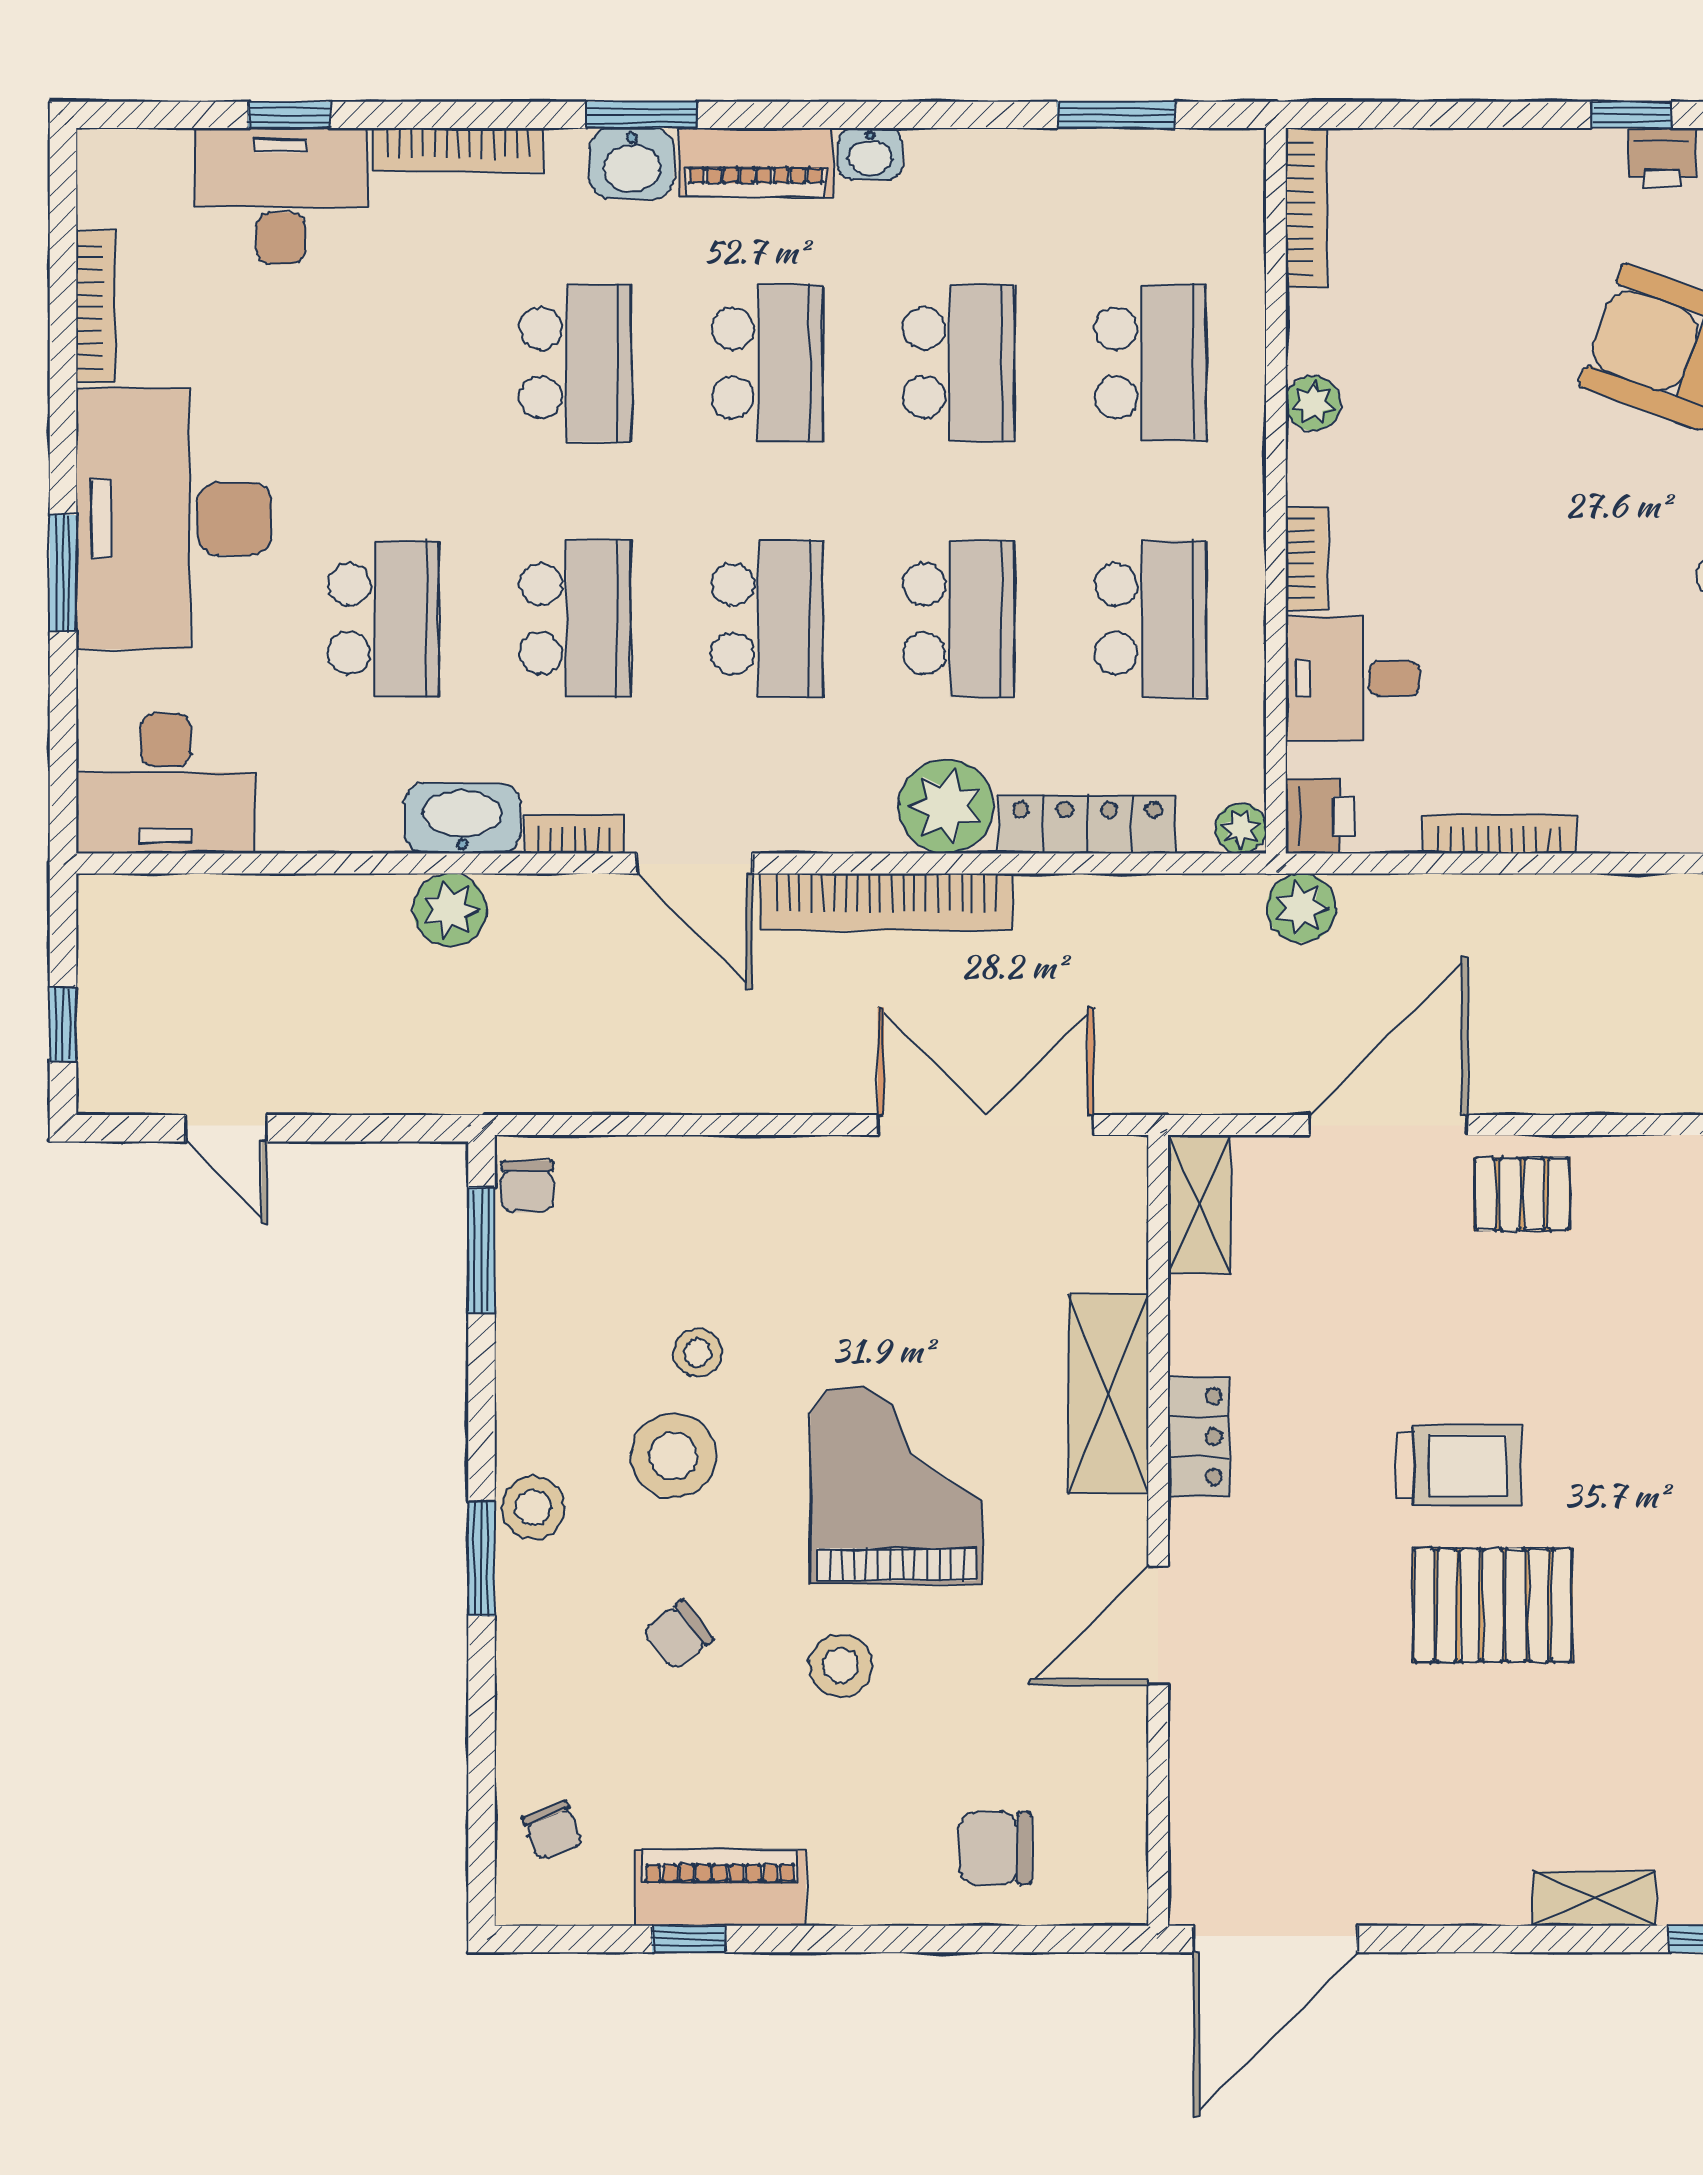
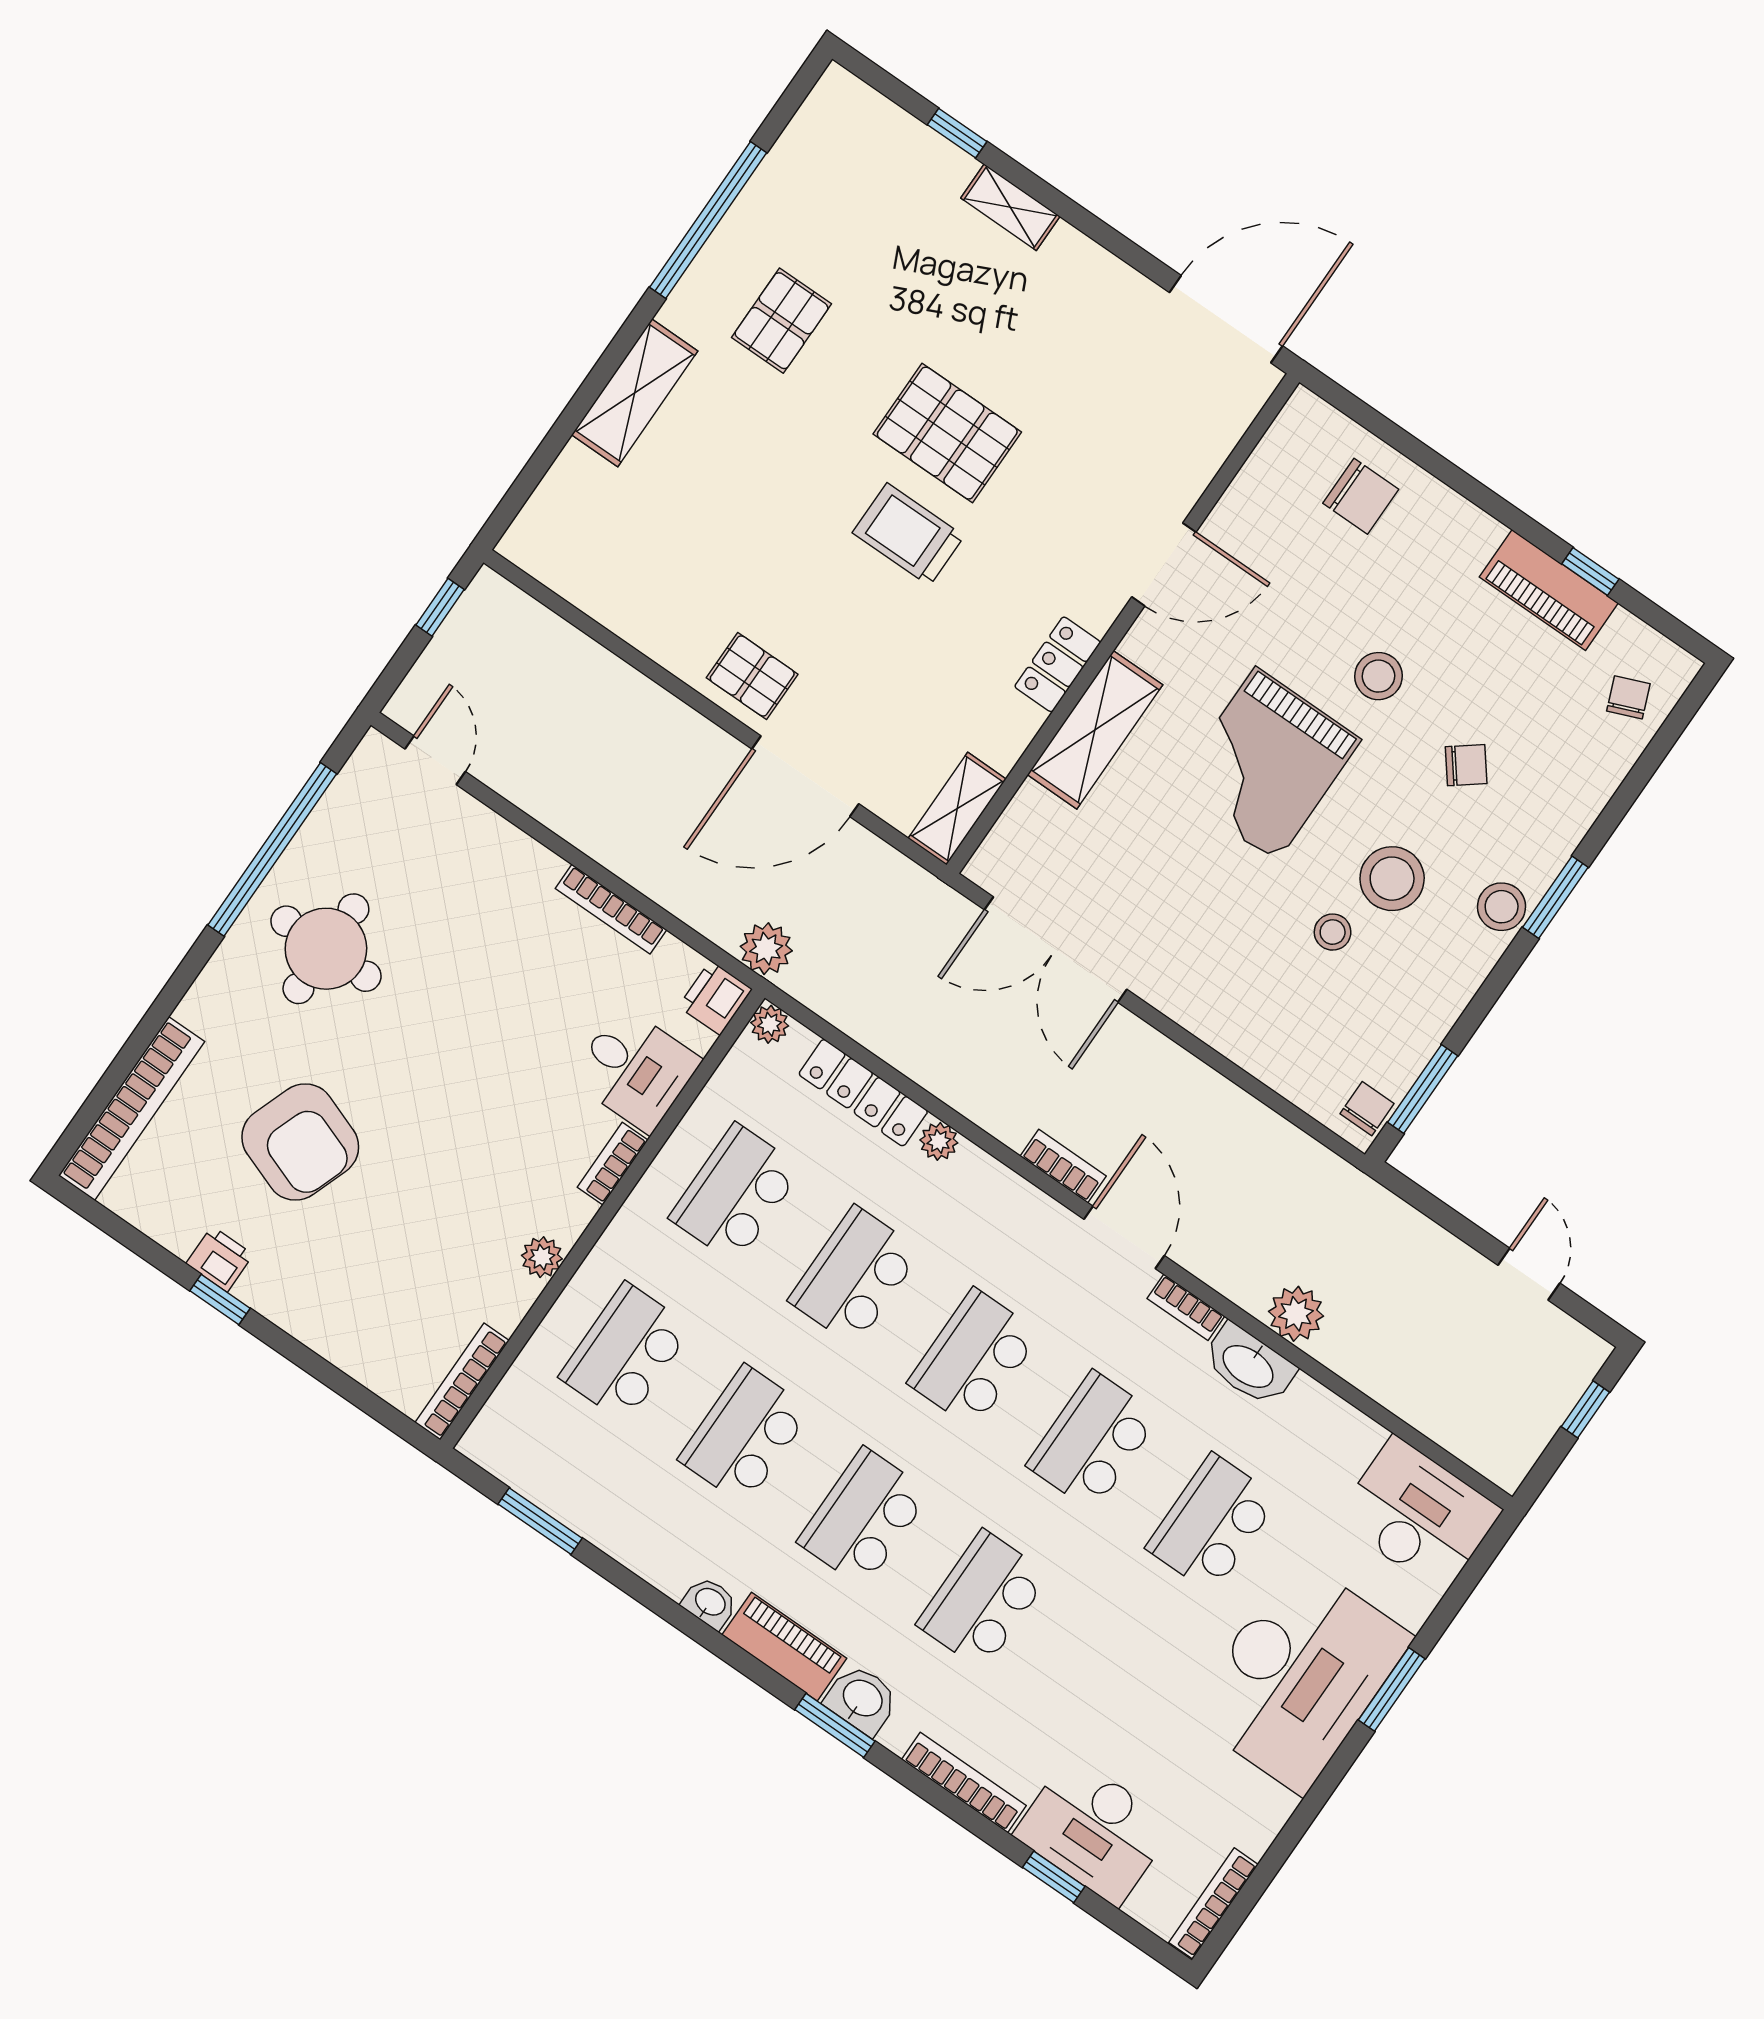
bookcase: (96, 307) -> (1213, 1903), moved
plant: (946, 806) -> (939, 1141), width x0.53, depth x0.53
bookcase: (886, 902) -> (1063, 1166), width x0.43, depth x0.76

